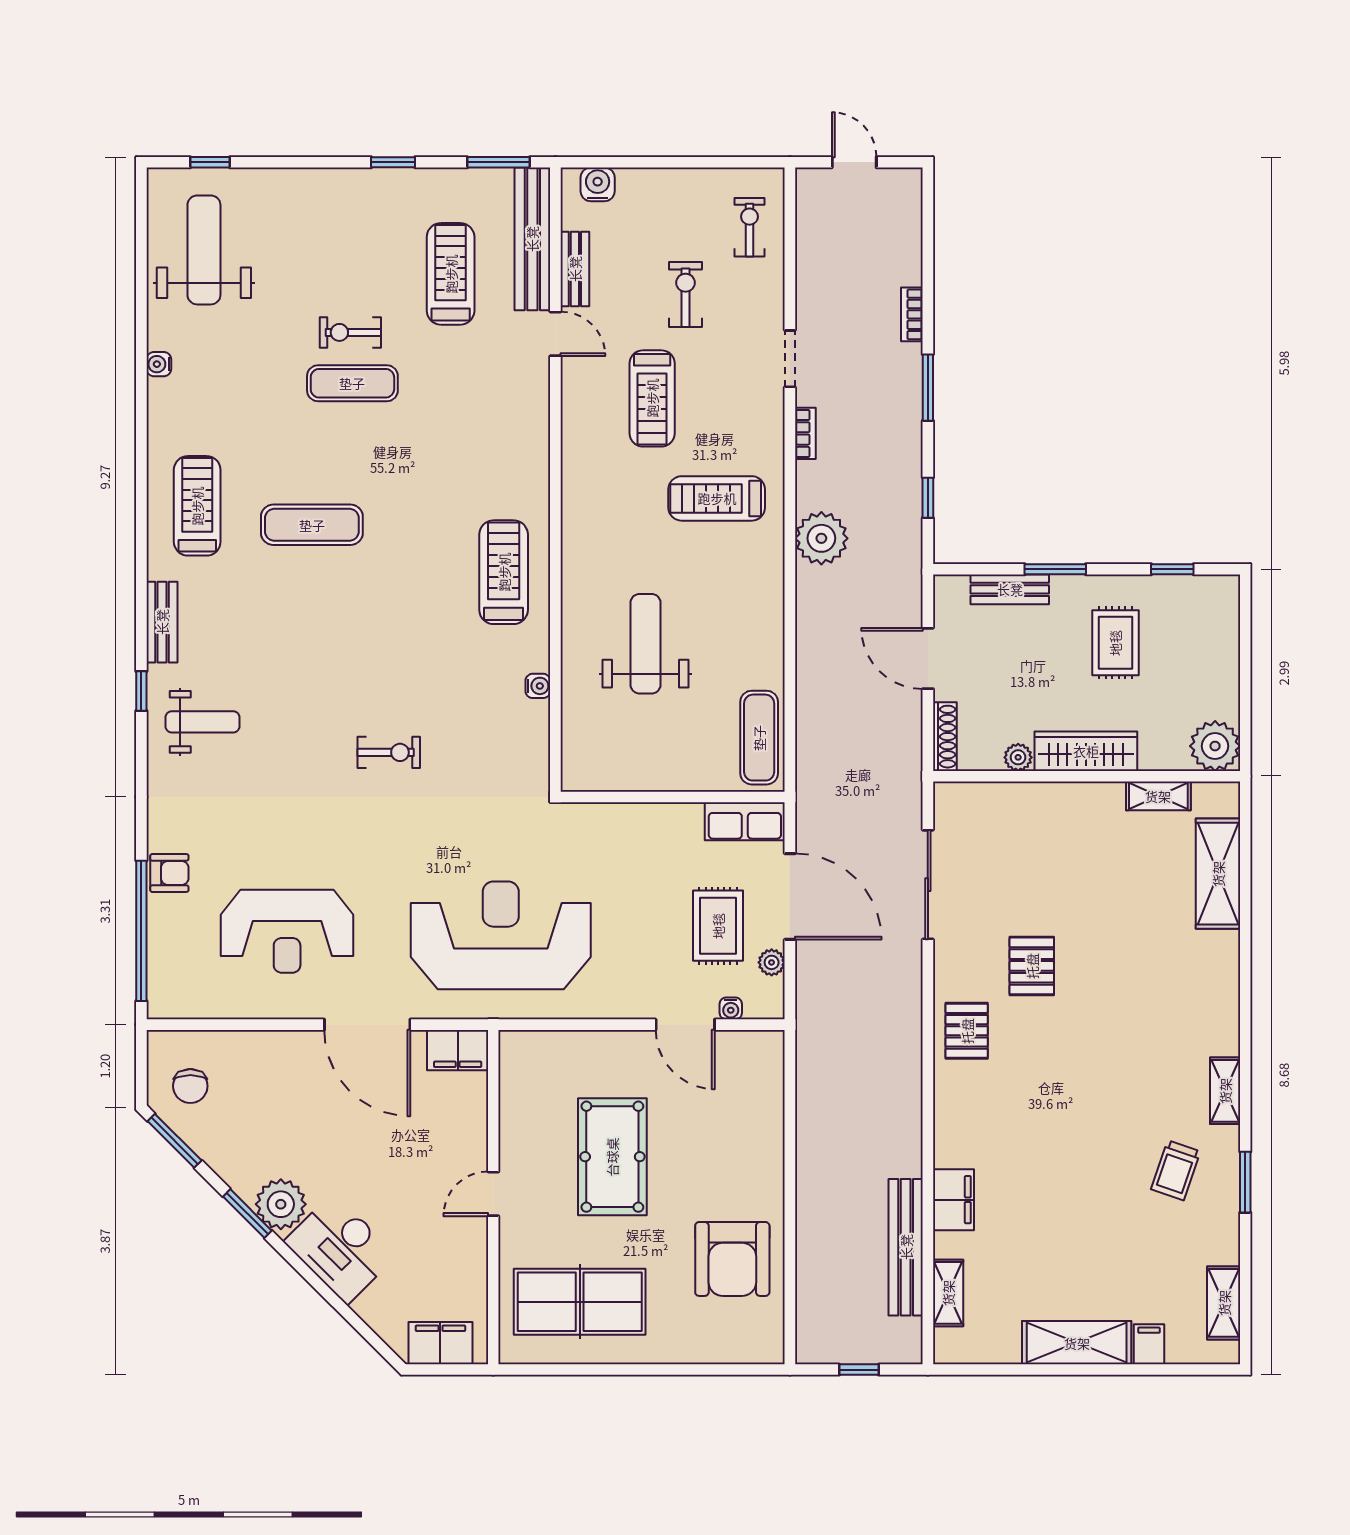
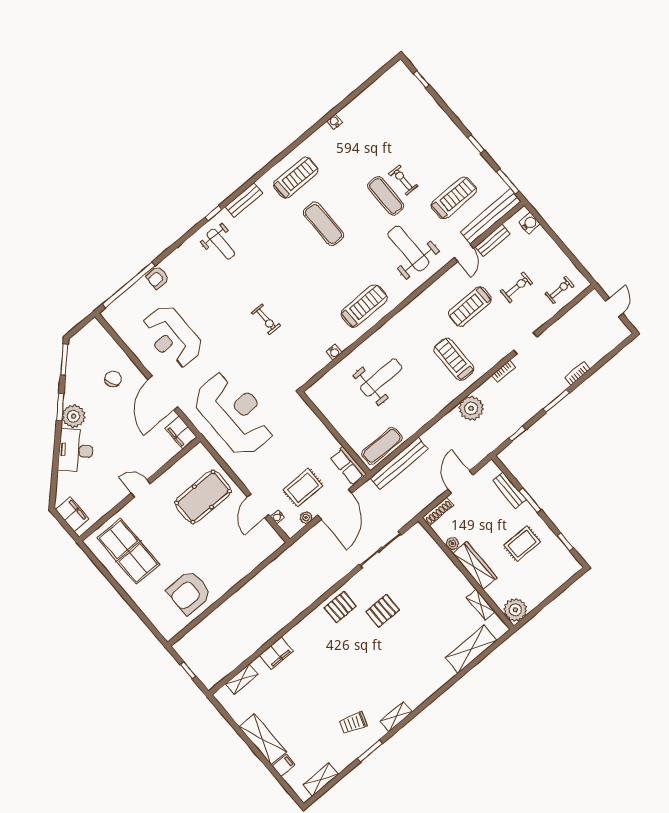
weight bench: (204, 250) -> (408, 248), moved, turned -90
armchair: (169, 873) -> (158, 278), turned 90
chair: (190, 1086) -> (113, 379), moved, turned 153
pool table: (612, 1157) -> (203, 497), moved
bench: (906, 1247) -> (399, 463), moved

